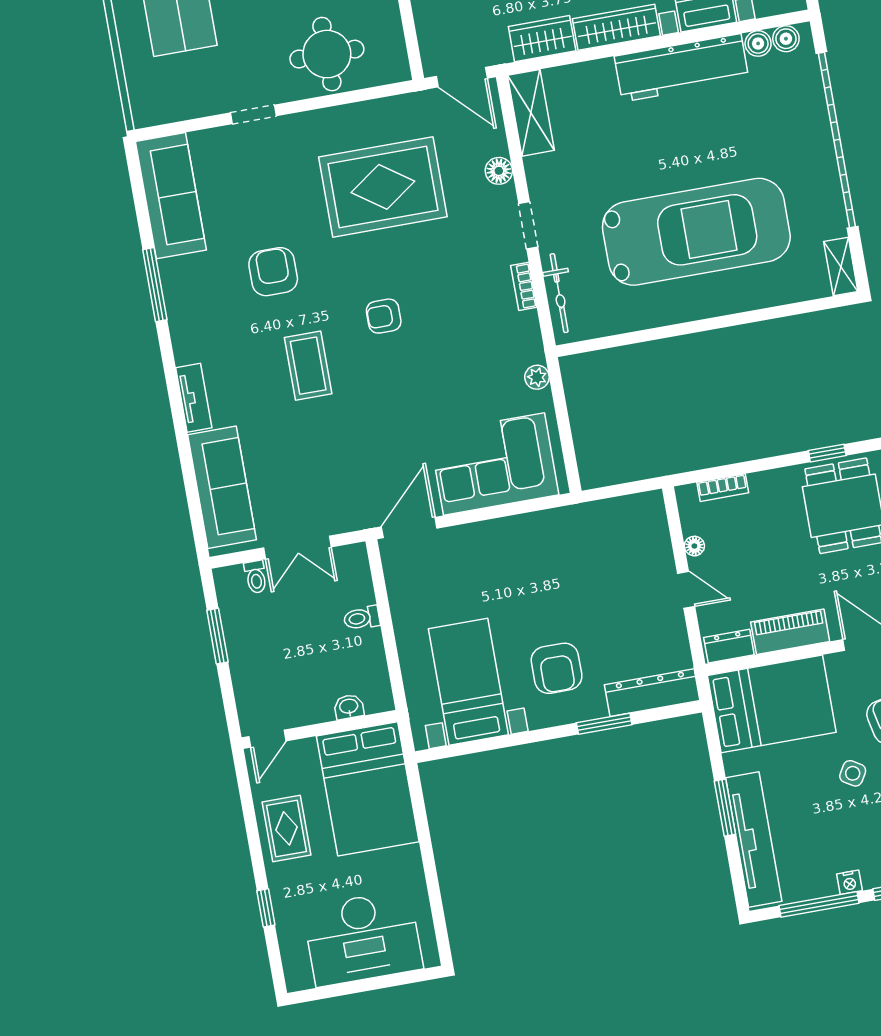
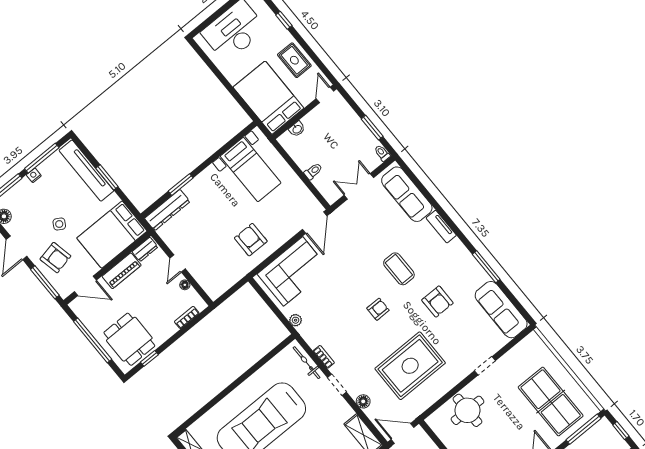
toilet: (256, 577) -> (382, 153), moved
door: (686, 590) -> (178, 264), hinge flipped
armchair: (557, 668) -> (251, 240), moved

